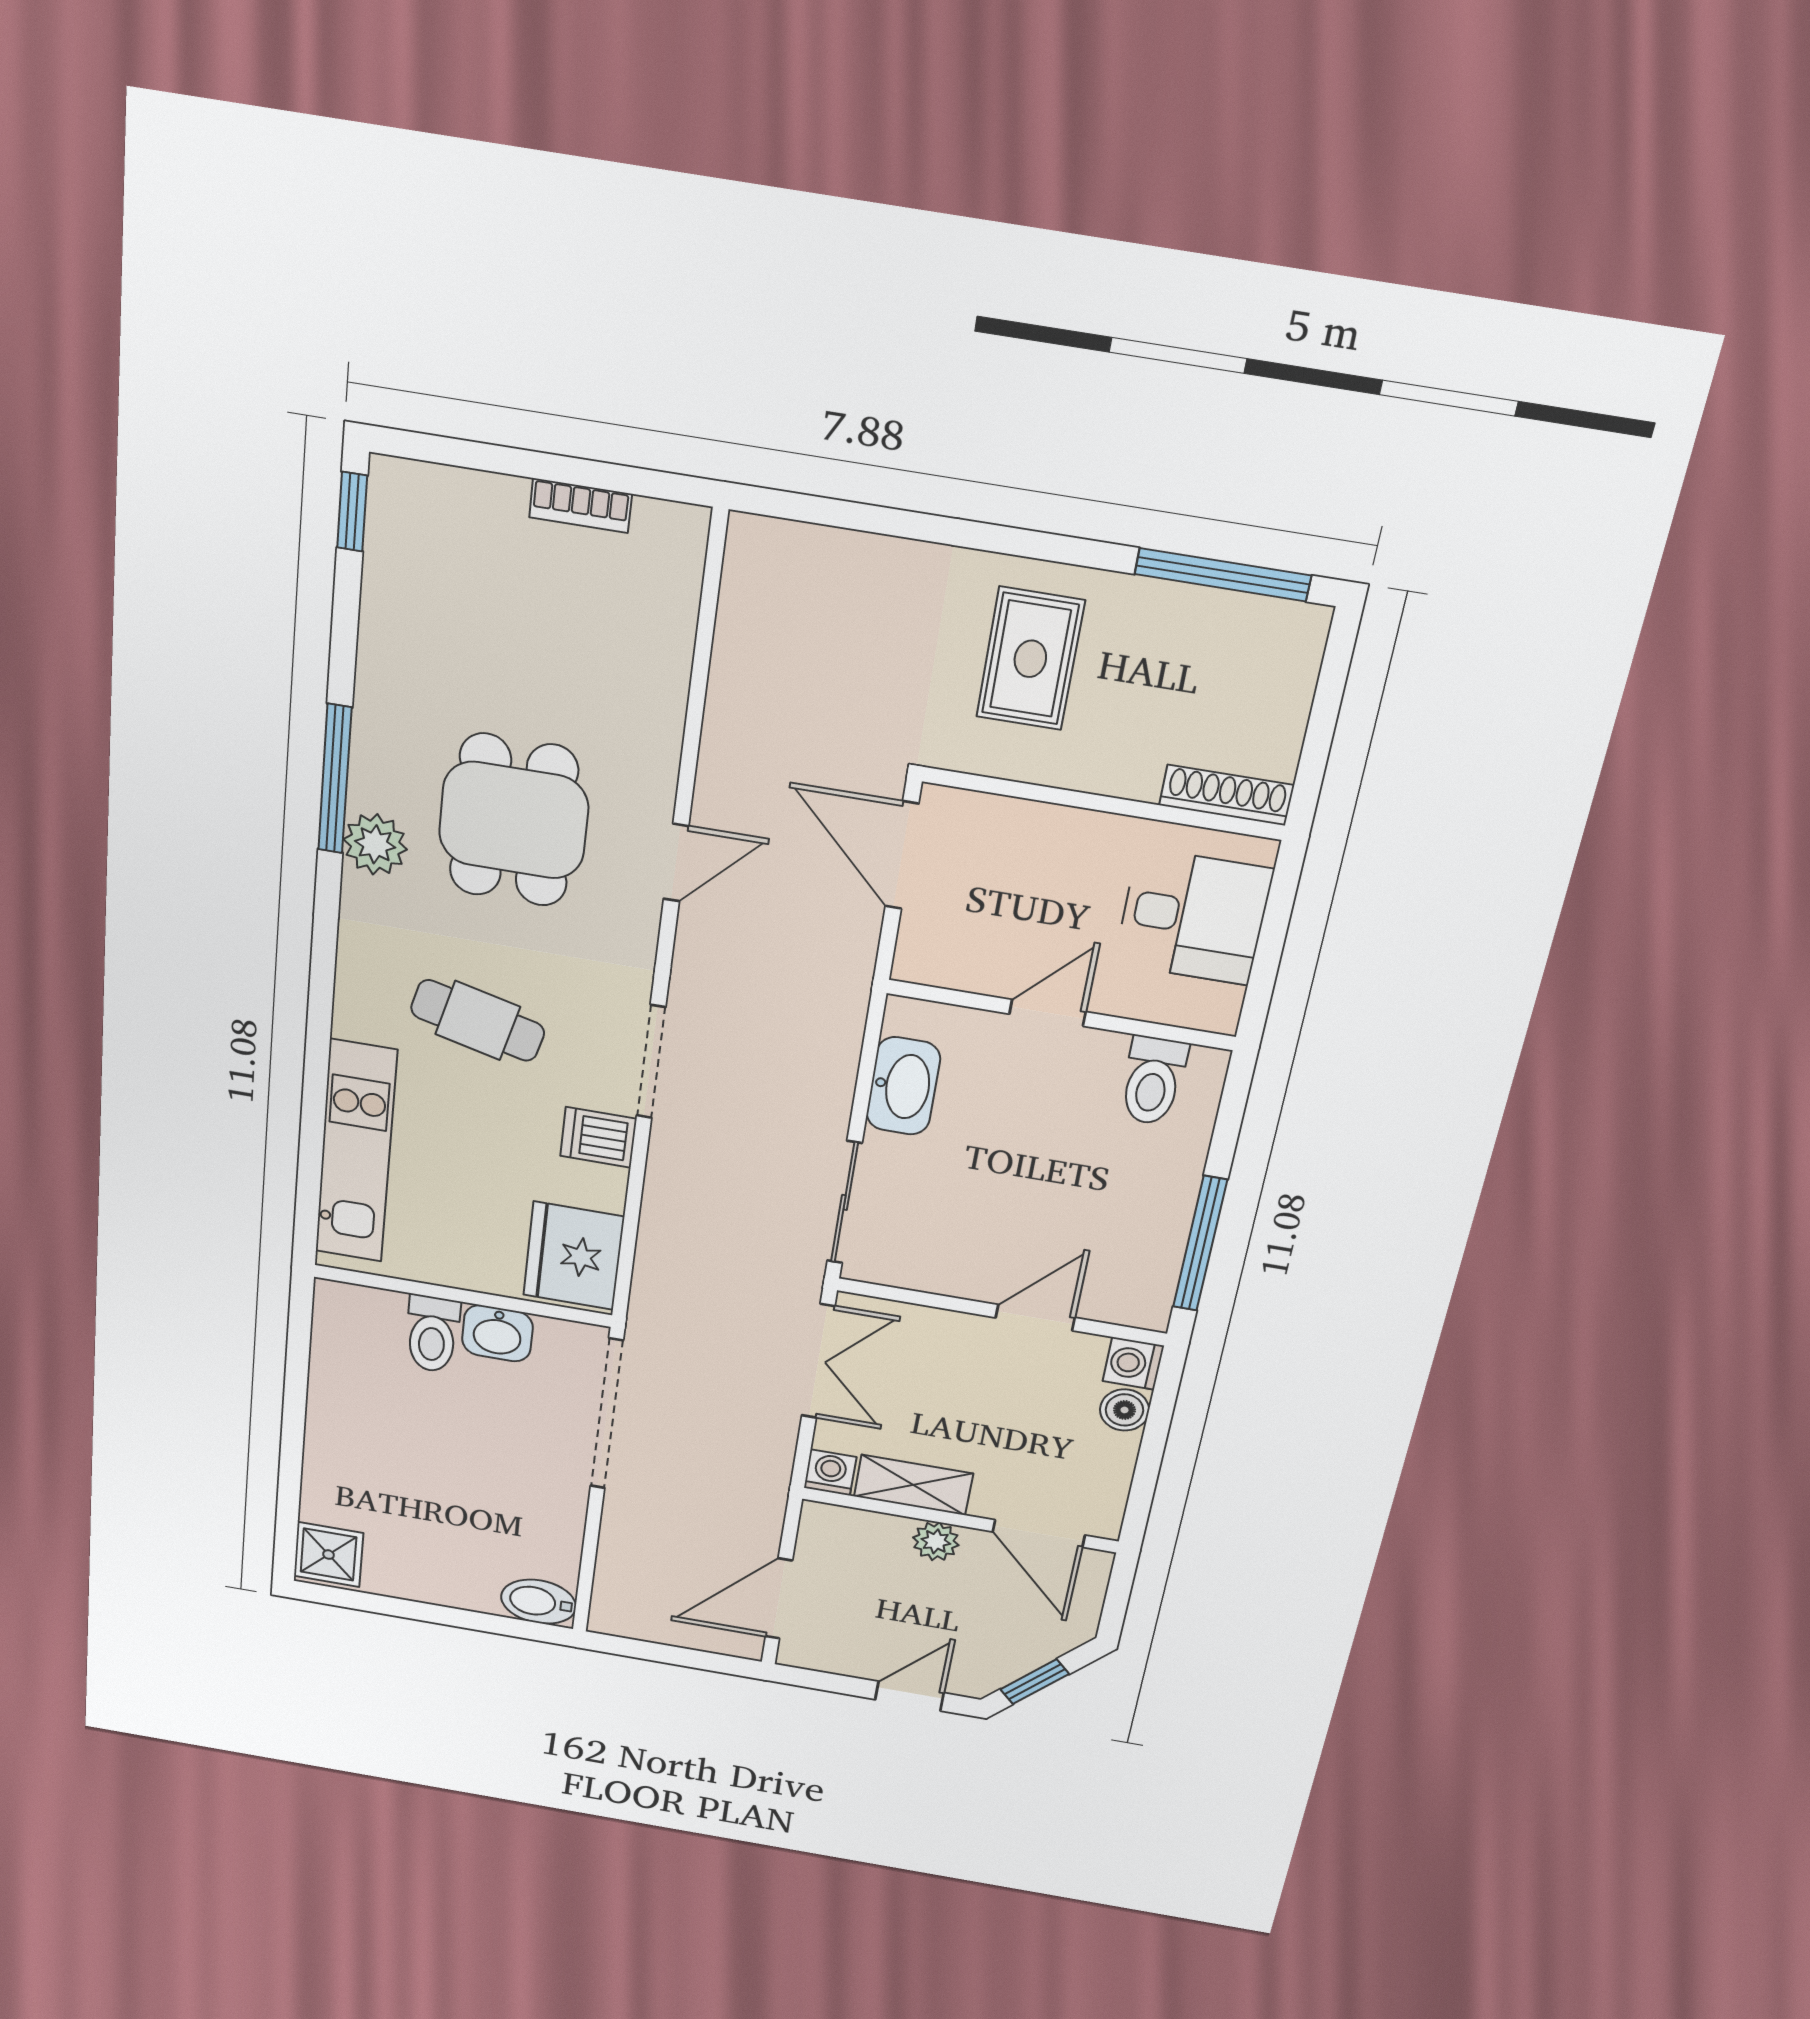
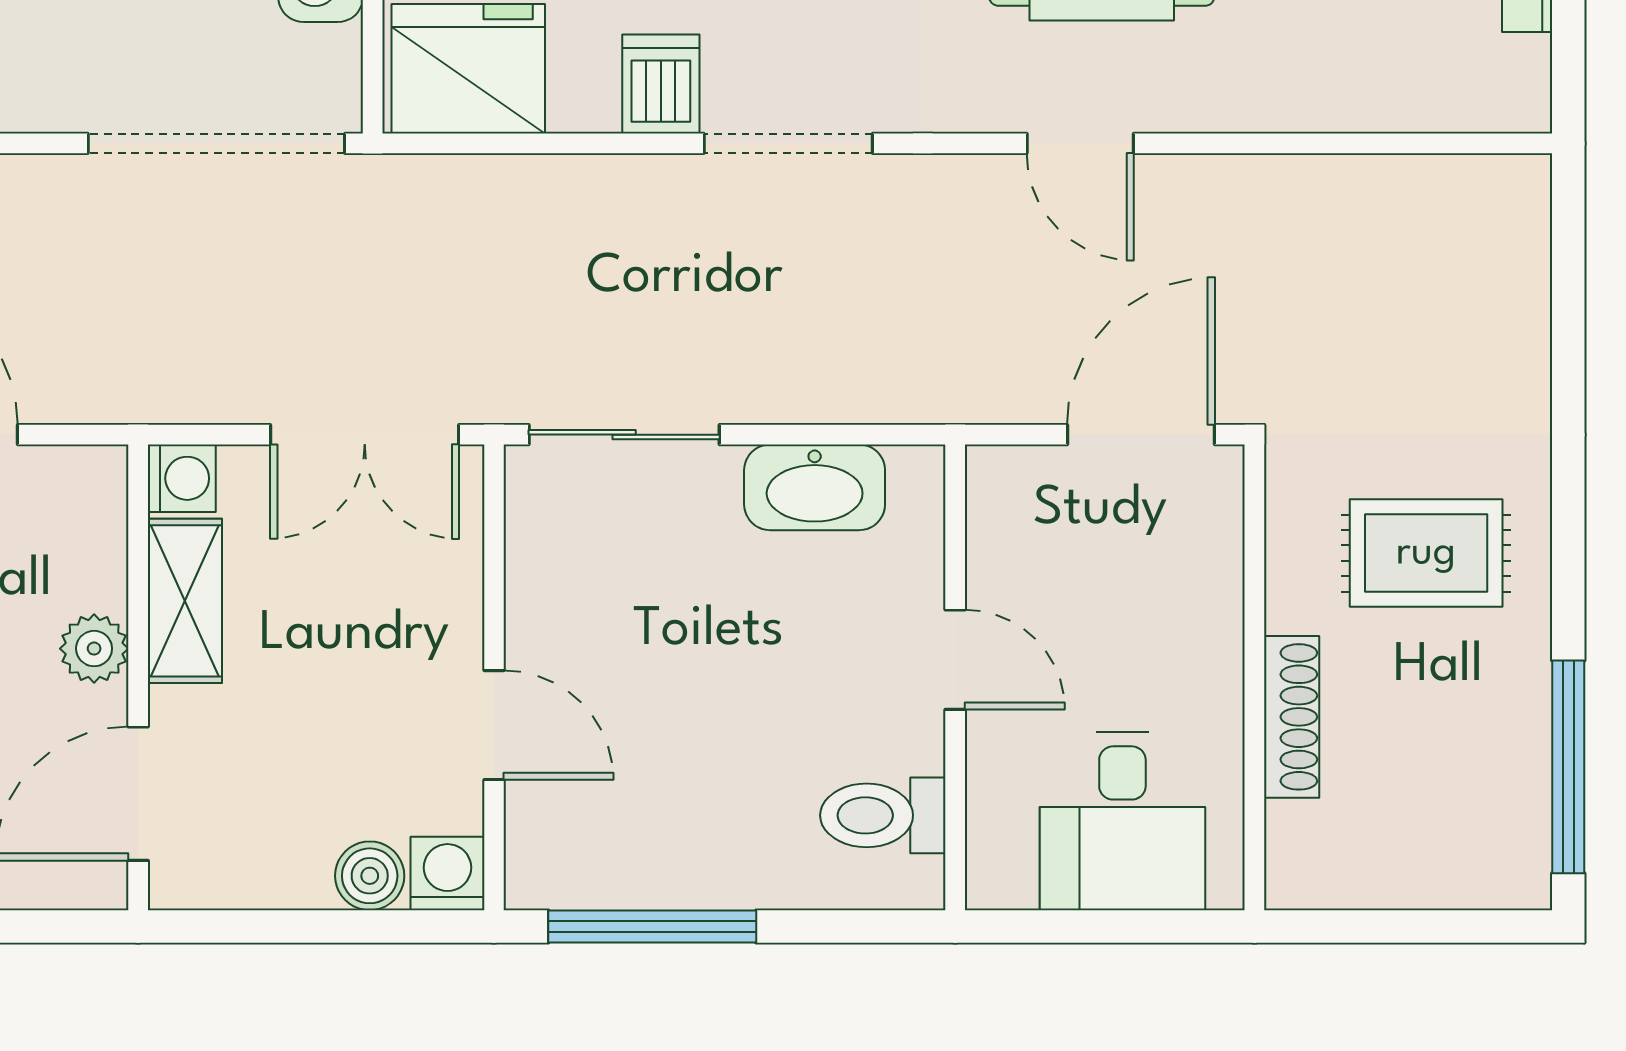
shoe rack: (1227, 795) -> (1292, 717), moved

